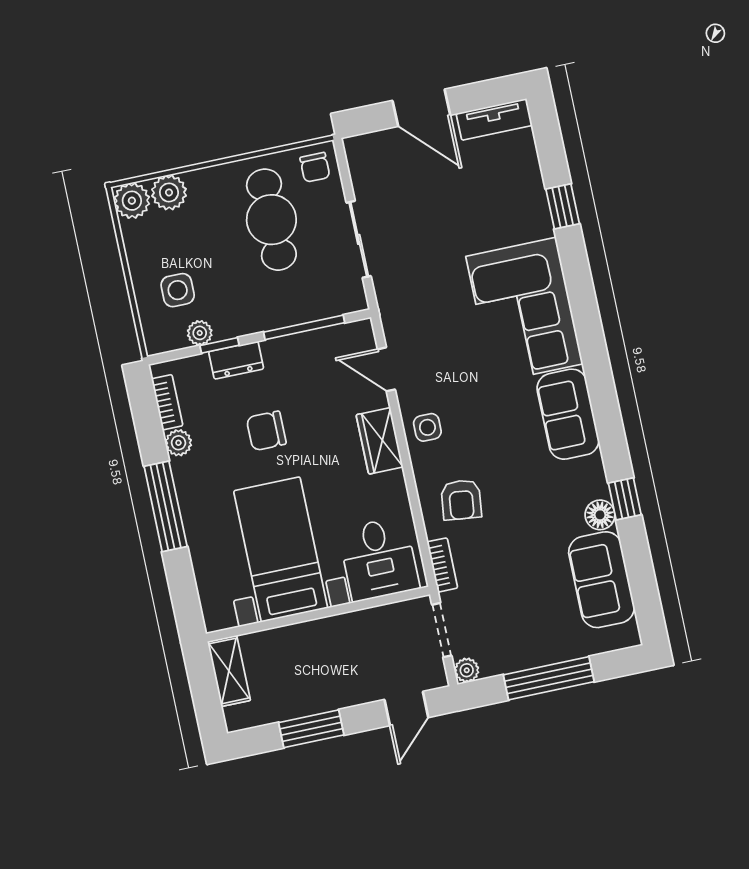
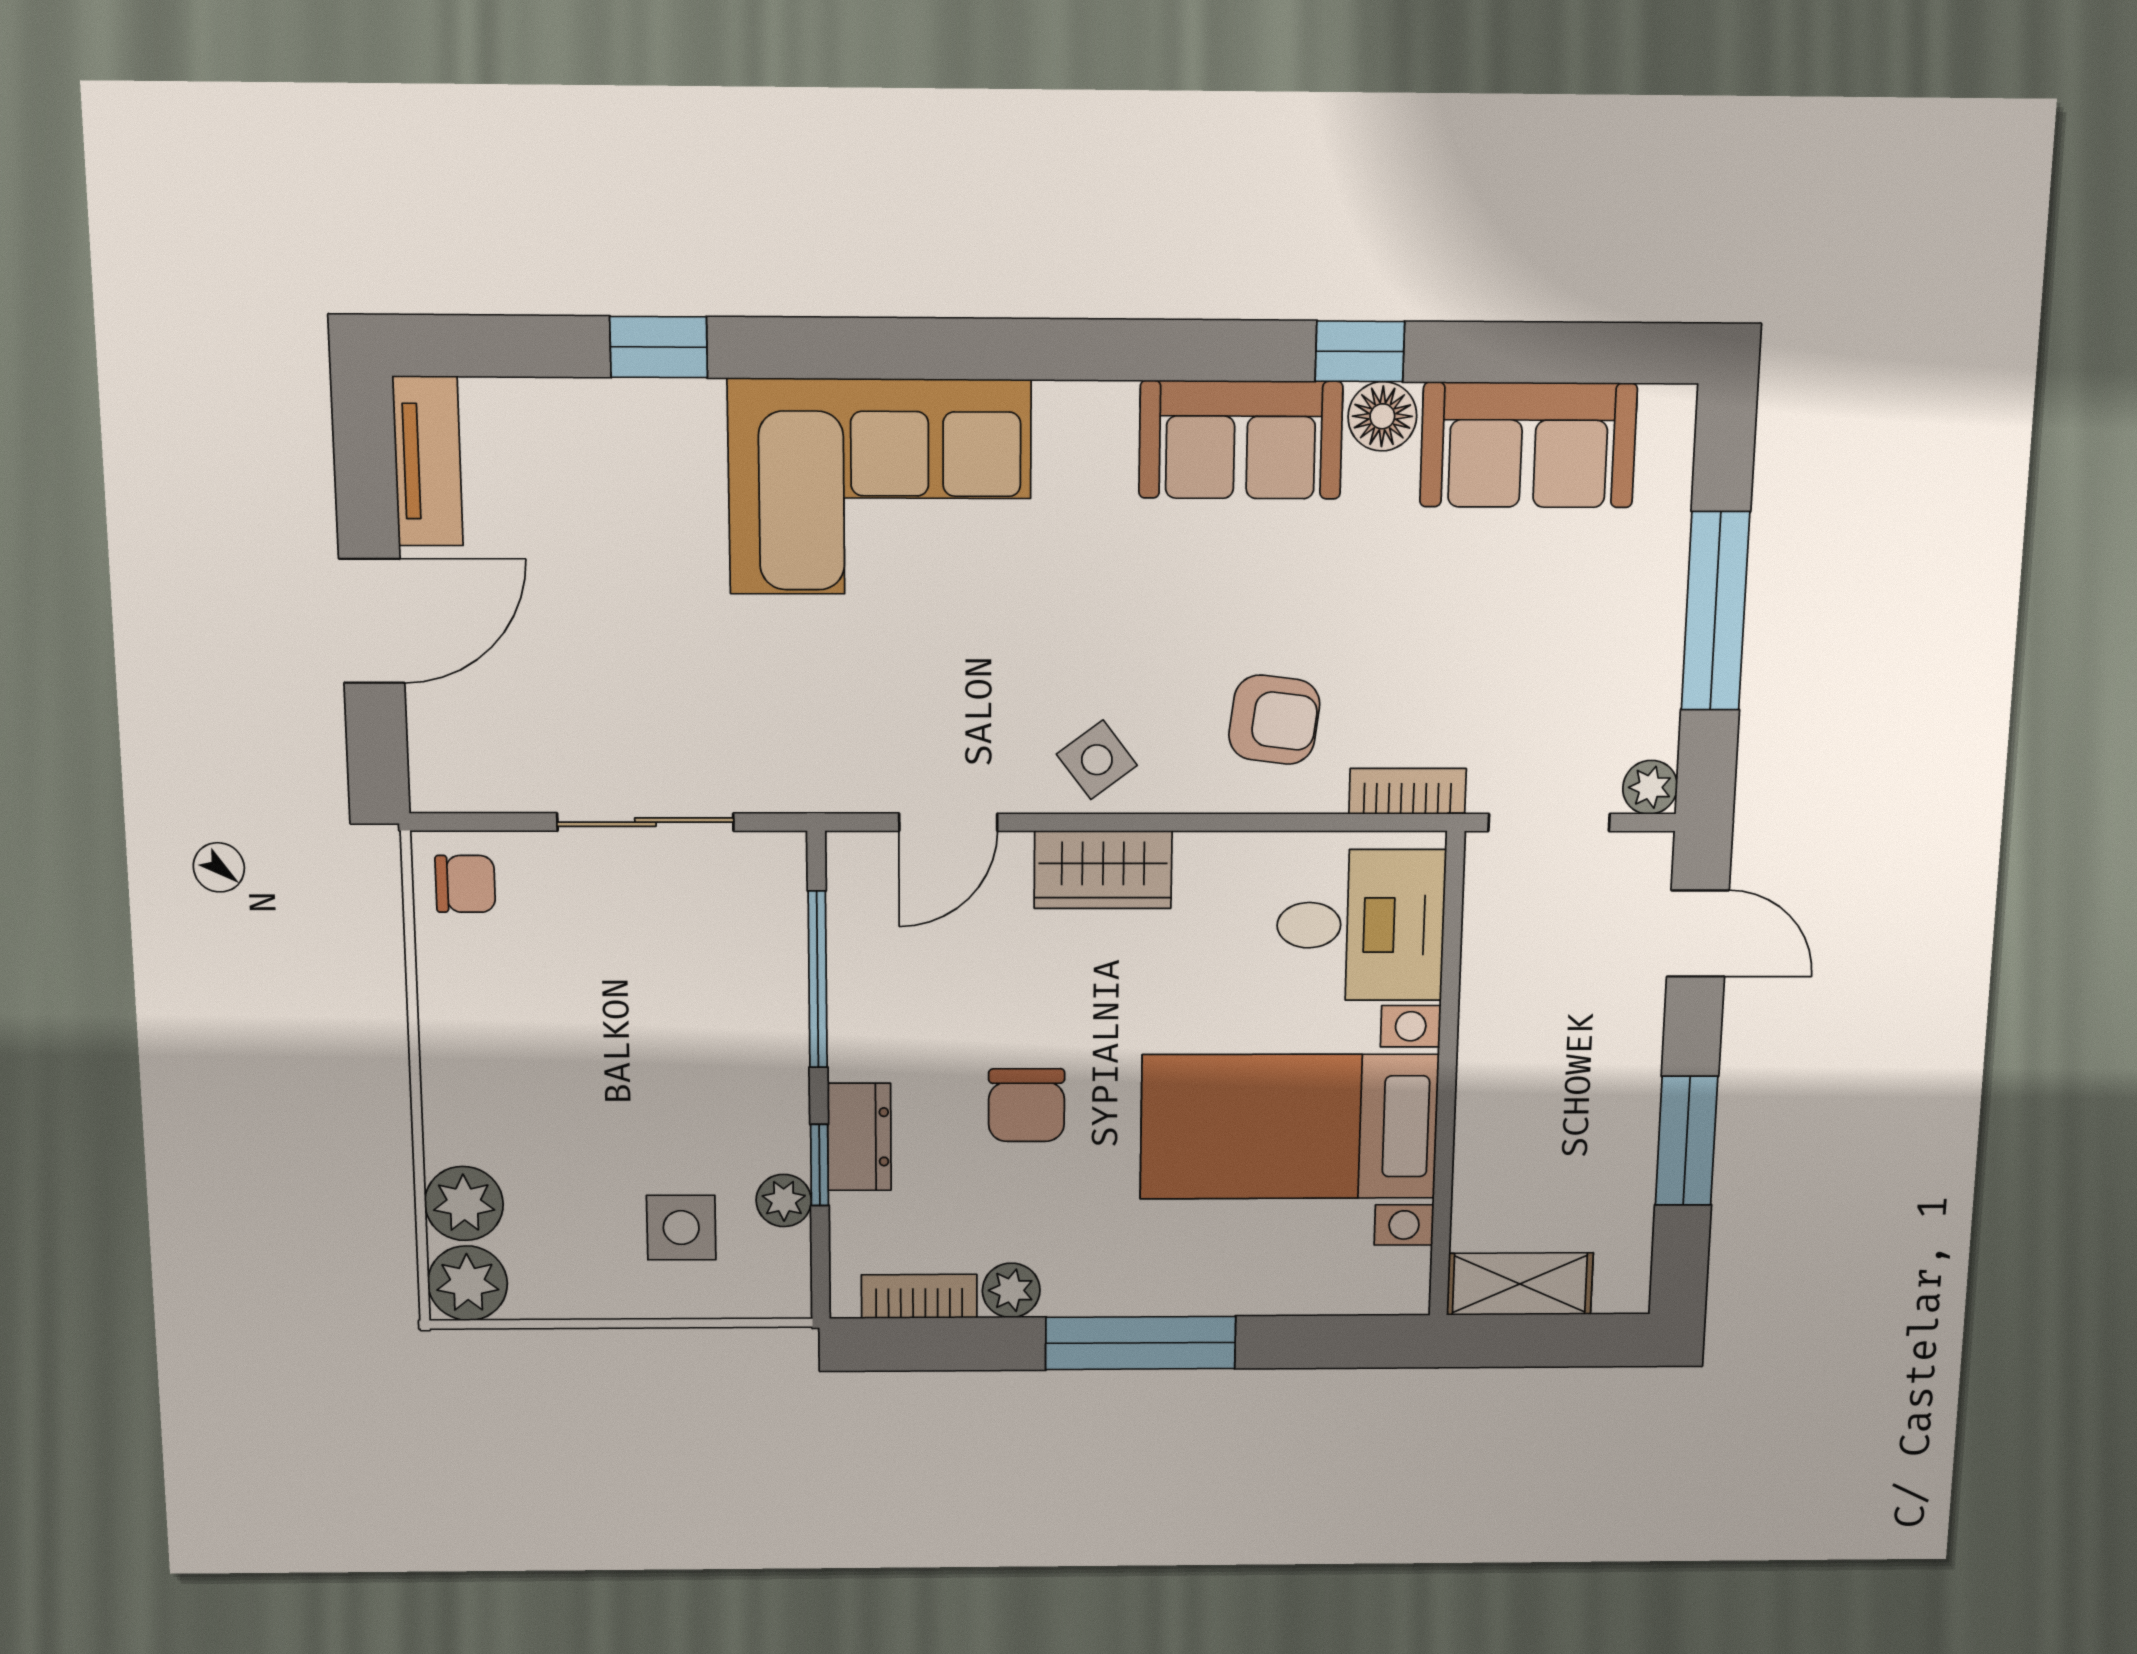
cafe table: (271, 220) -> (565, 1001), removed
sofa: (568, 414) -> (1241, 440), moved
side table: (427, 427) -> (1097, 760), turned -37

